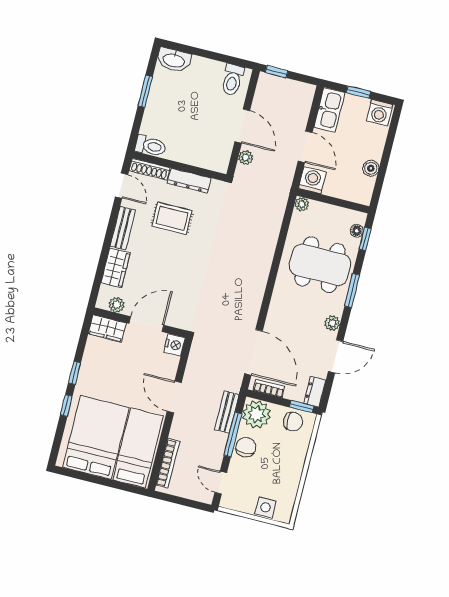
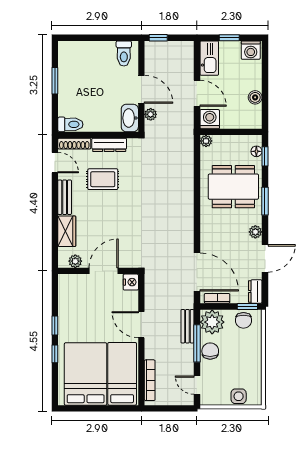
washbasin: (174, 60) -> (130, 118), moved, turned 90
wardrobe: (107, 328) -> (72, 282), removed
chair: (293, 421) -> (243, 320), turned 90

